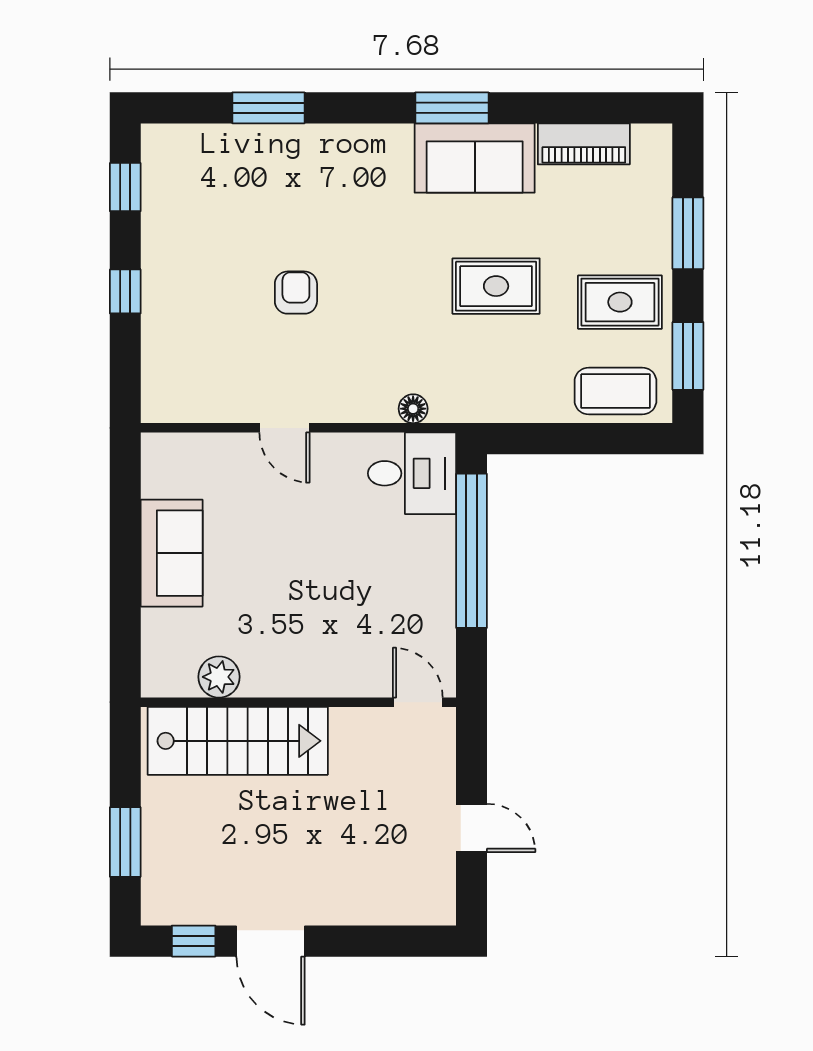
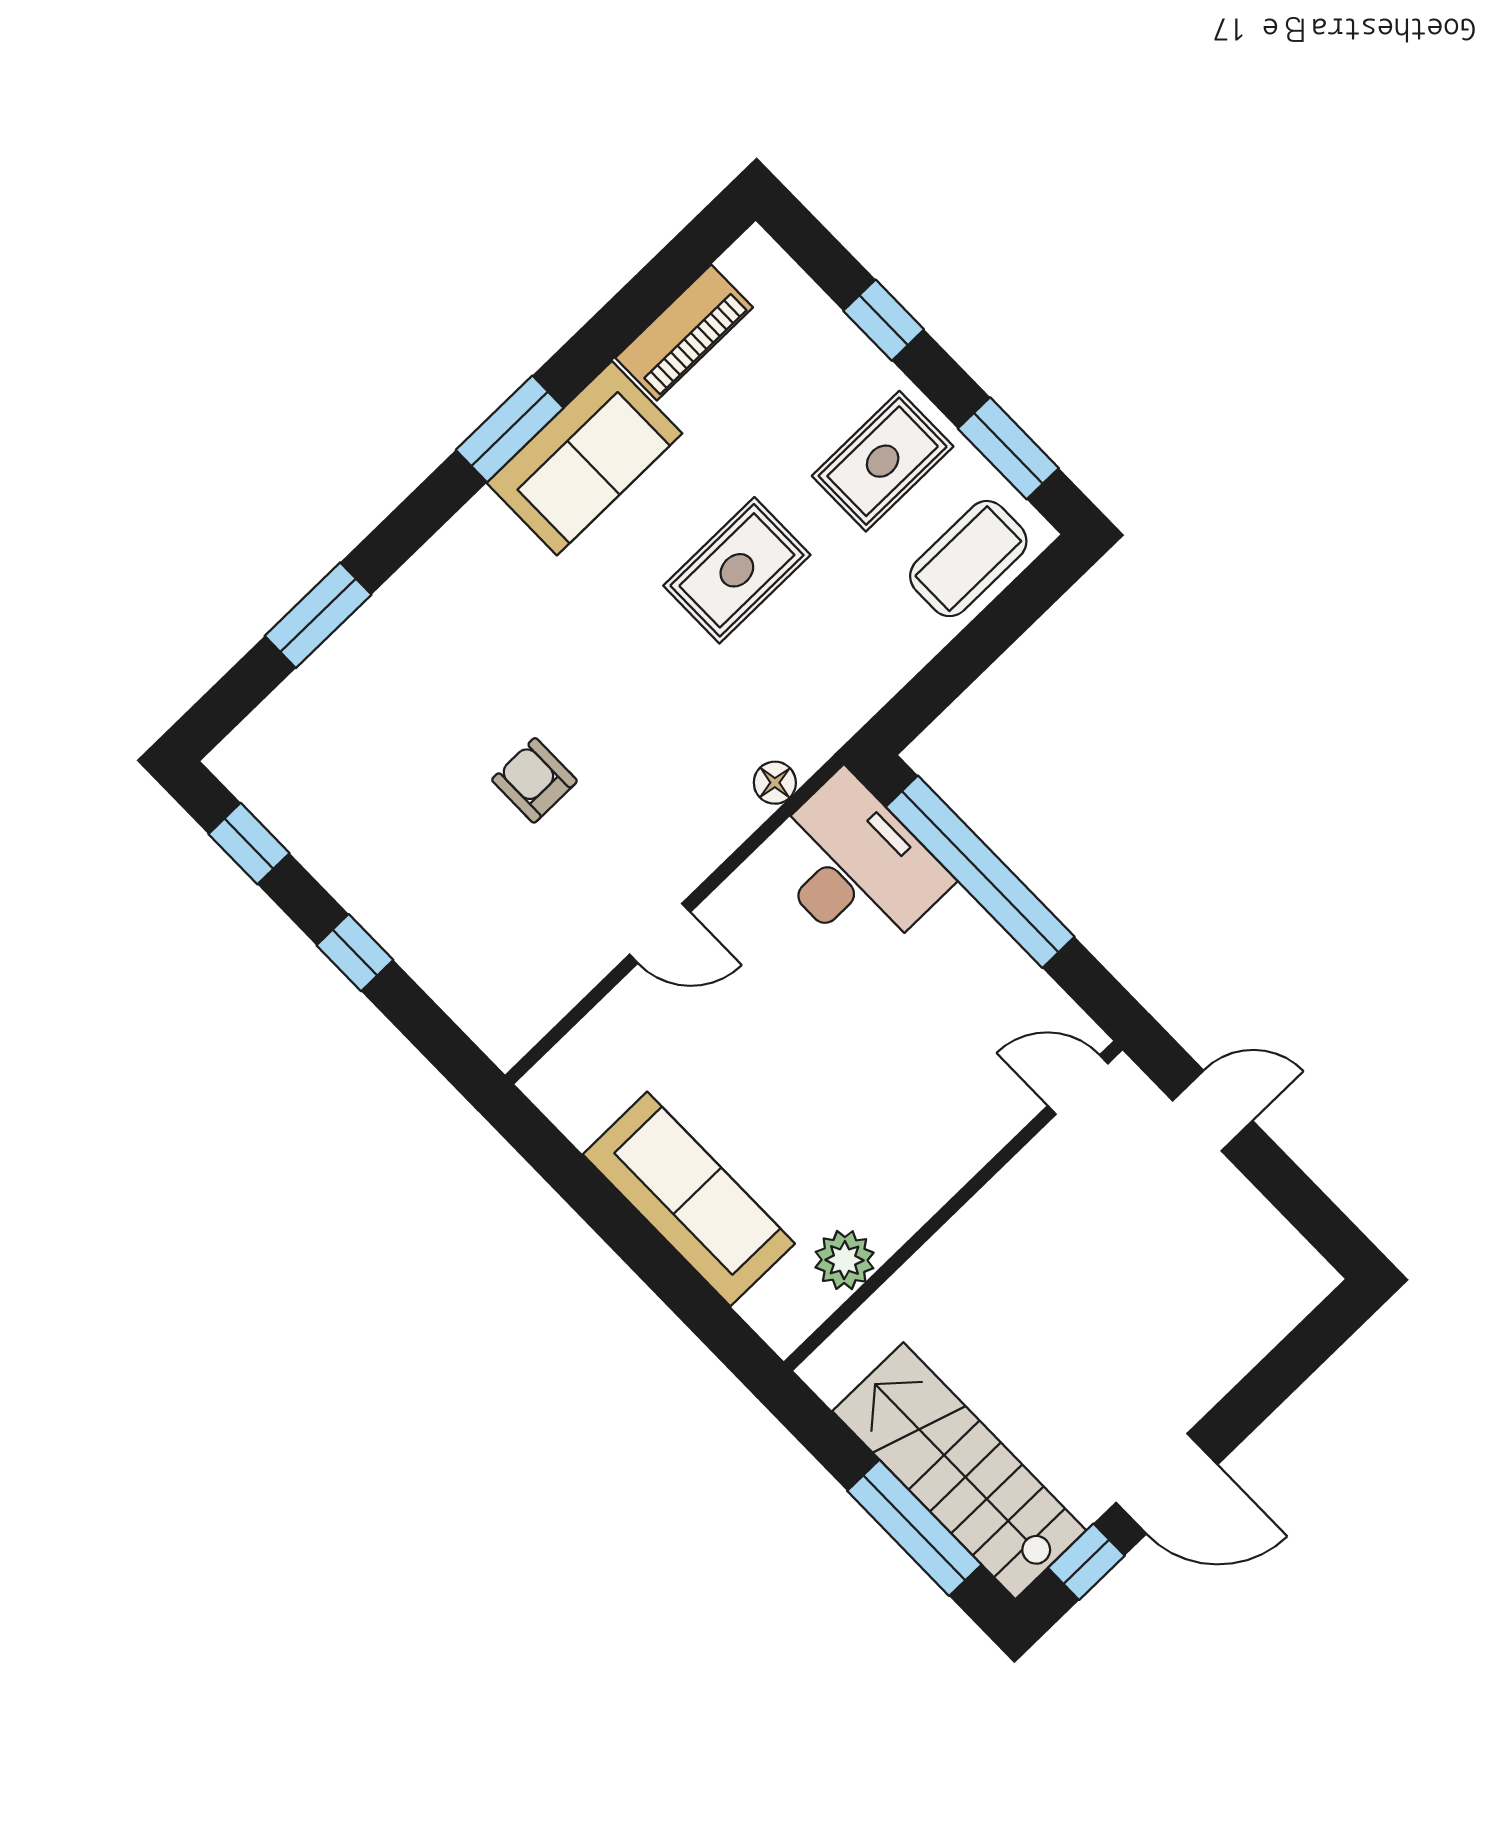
window: (688, 233) -> (884, 320), width x0.67
desk: (412, 473) -> (855, 867), width x1.37
sofa: (172, 553) -> (689, 1199), width x1.36
stairs: (238, 741) -> (959, 1471), moved, turned -90
door: (472, 828) -> (1213, 1111), moved
window: (125, 842) -> (914, 1528), width x1.44

